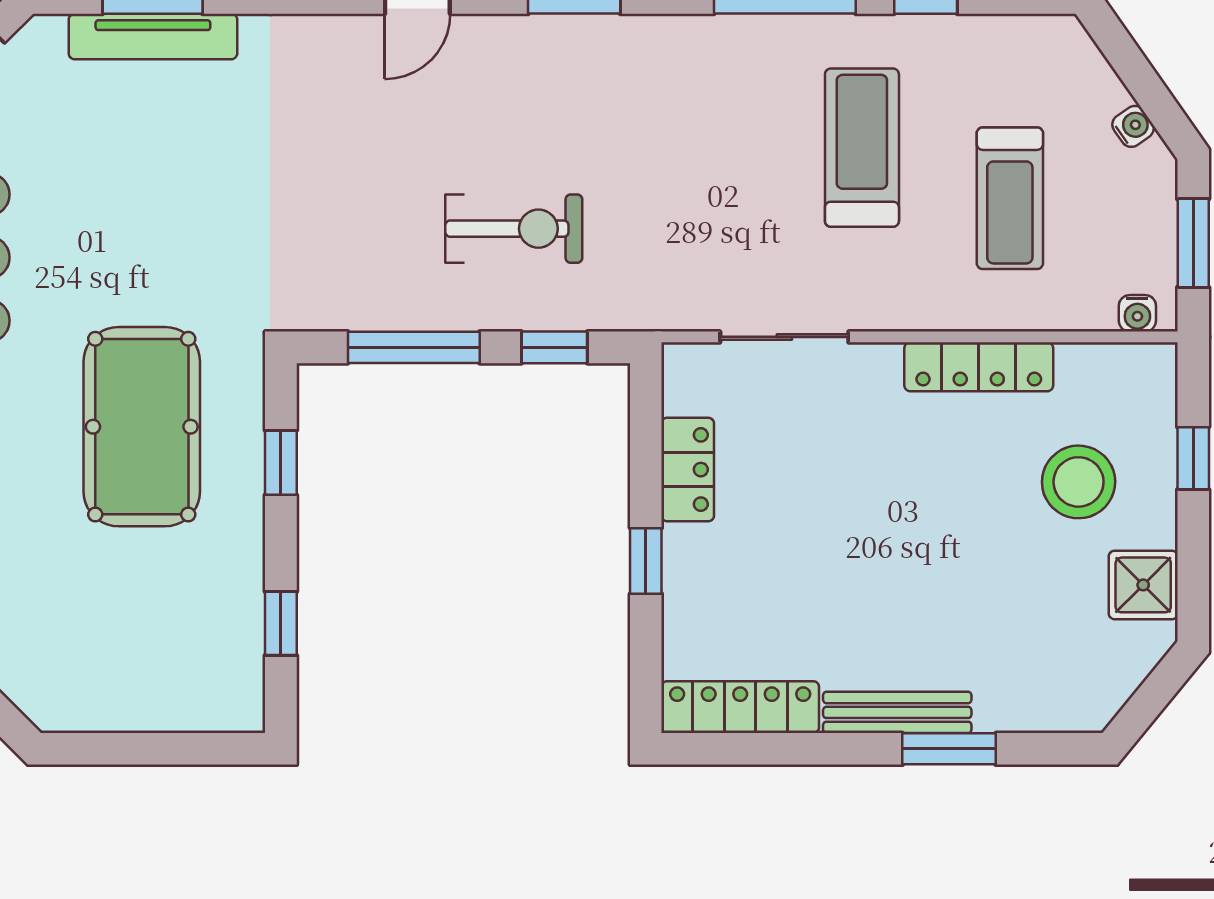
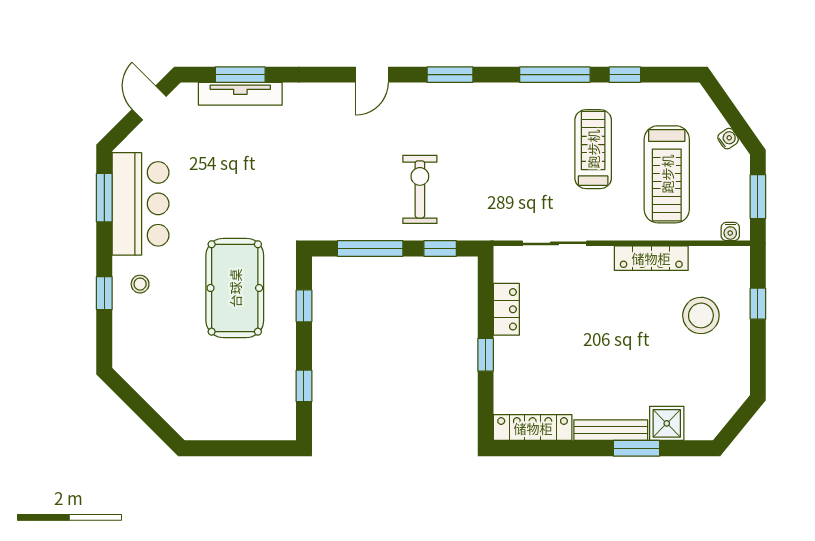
treadmill: (1010, 198) -> (667, 174), width x1.37, depth x1.38
exercise bike: (514, 229) -> (420, 189), turned -90
shower: (1143, 585) -> (667, 423), moved

